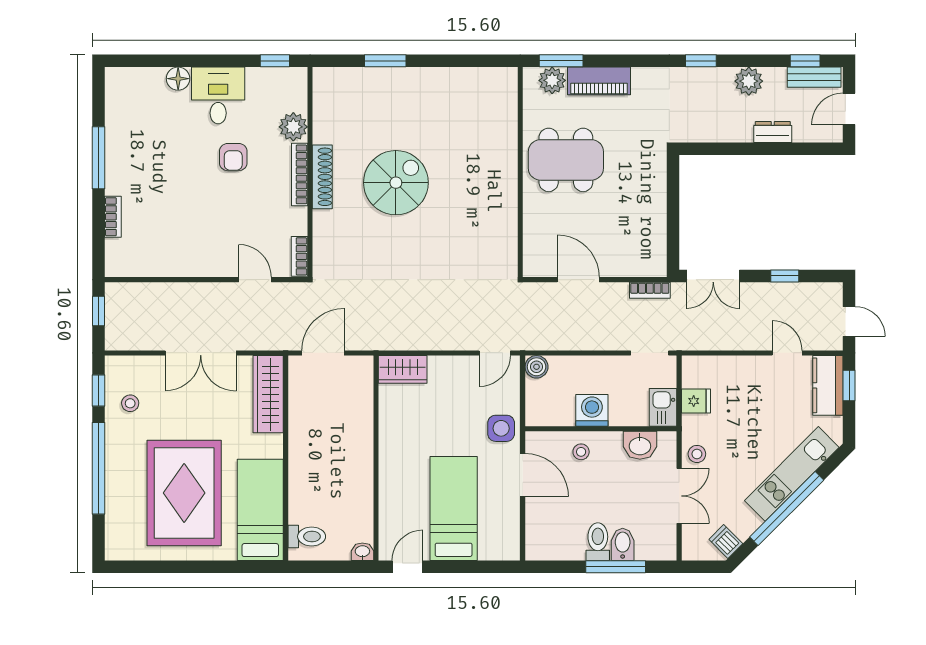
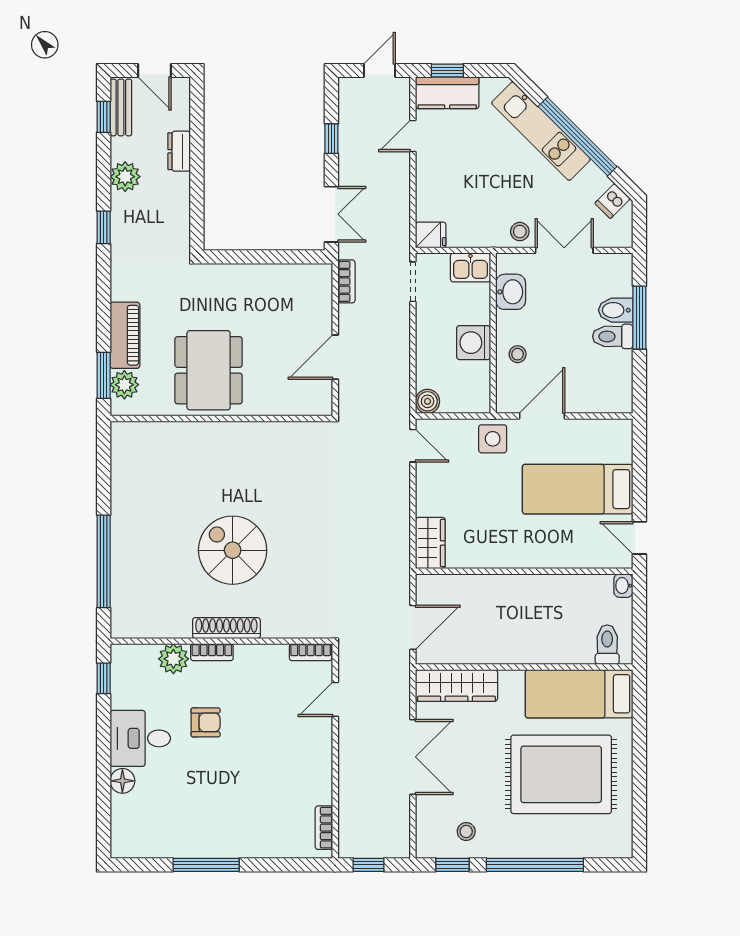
window: (385, 61) -> (104, 561), width x2.11
bookcase: (300, 174) -> (212, 652), width x0.64
bookcase: (113, 217) -> (324, 828), moved, turned -90
door: (323, 353) -> (413, 627), swing flipped
fridge: (696, 401) -> (431, 235), moved, turned 90

